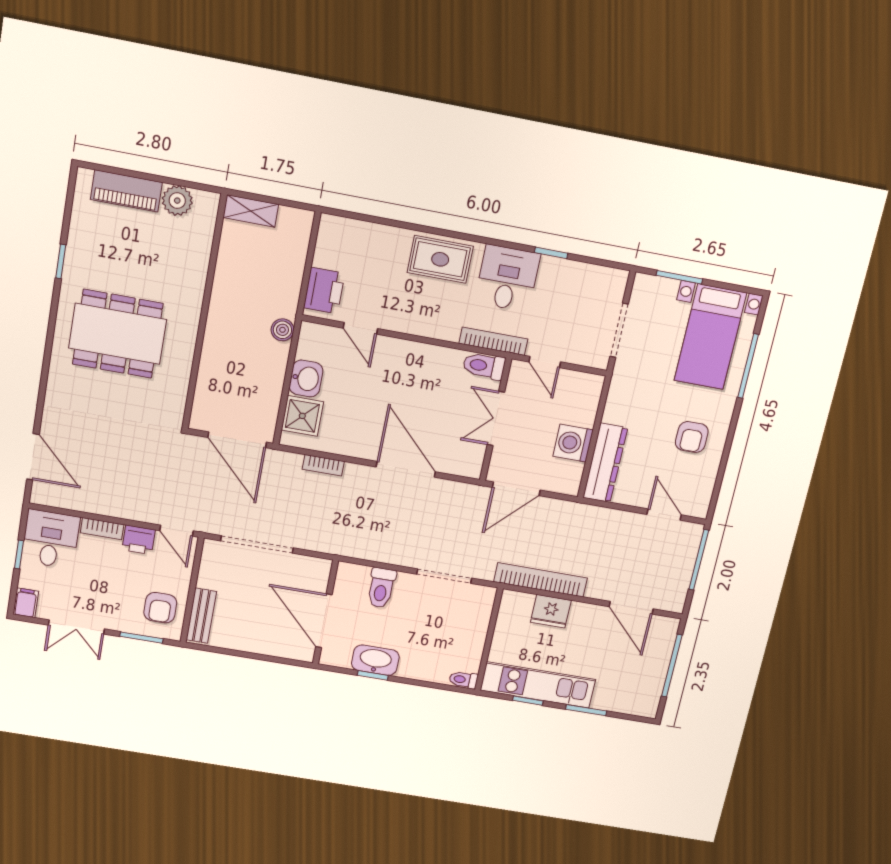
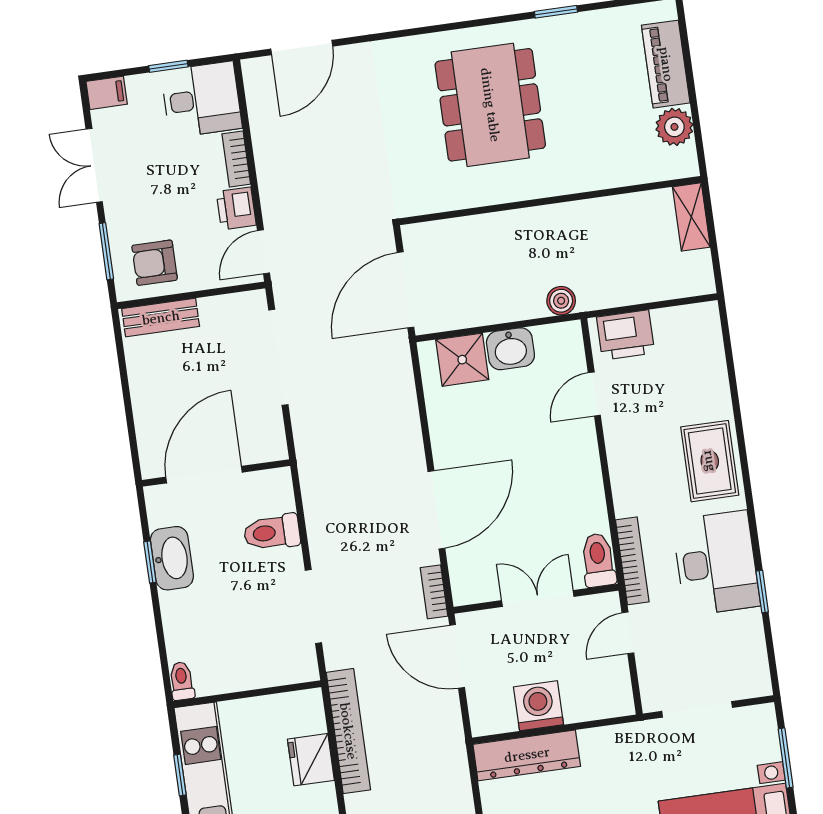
desk: (507, 278) -> (716, 563), width x1.37
bookcase: (323, 465) -> (434, 592), moved

